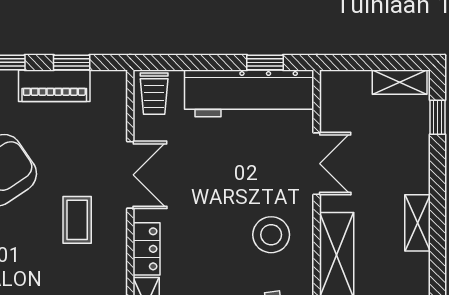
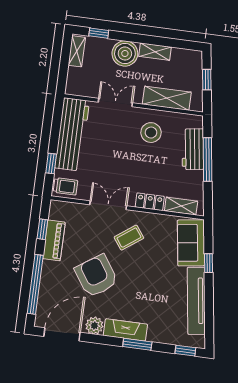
window: (265, 62) -> (51, 163), moved
boiler: (407, 169) -> (125, 54), added
coffee table: (77, 220) -> (129, 238), turned -36

